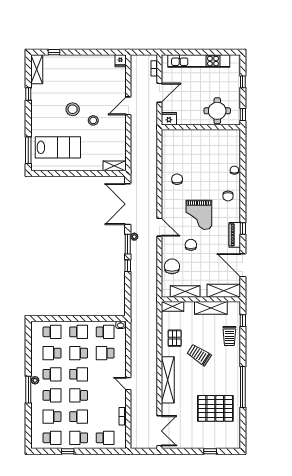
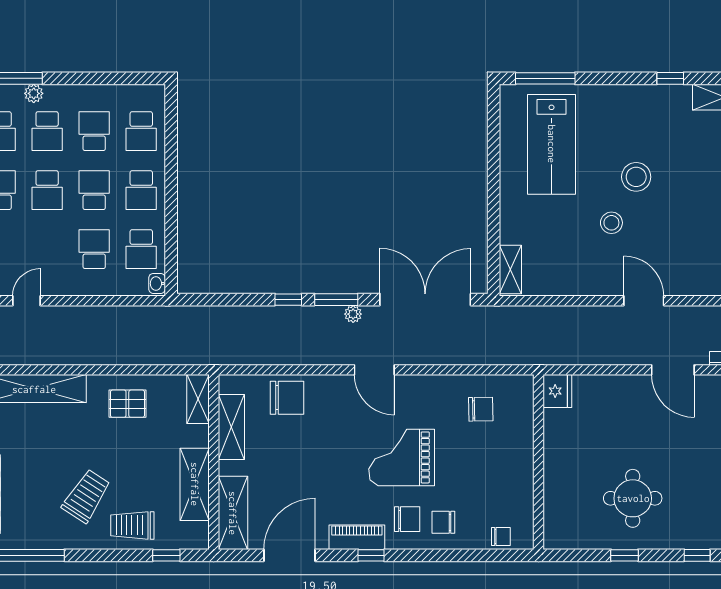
fridge: (169, 119) -> (557, 391), moved
wall: (201, 127) -> (539, 462), moved
door: (159, 227) -> (374, 370), hinge flipped
chair: (191, 245) -> (407, 519), moved
trolley: (199, 355) -> (86, 496), moved

